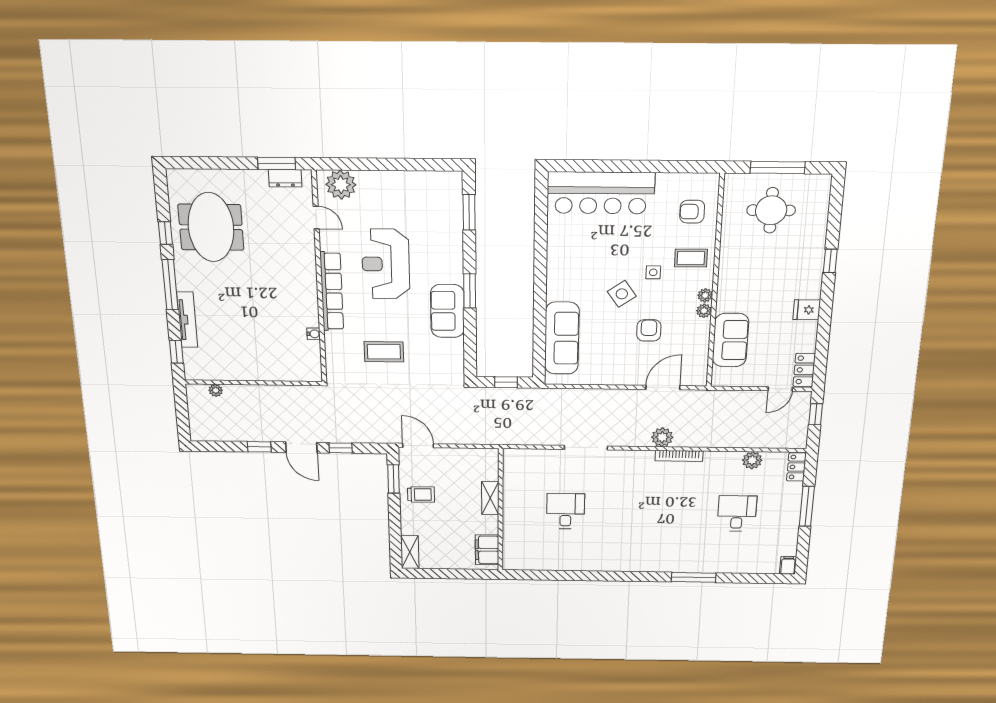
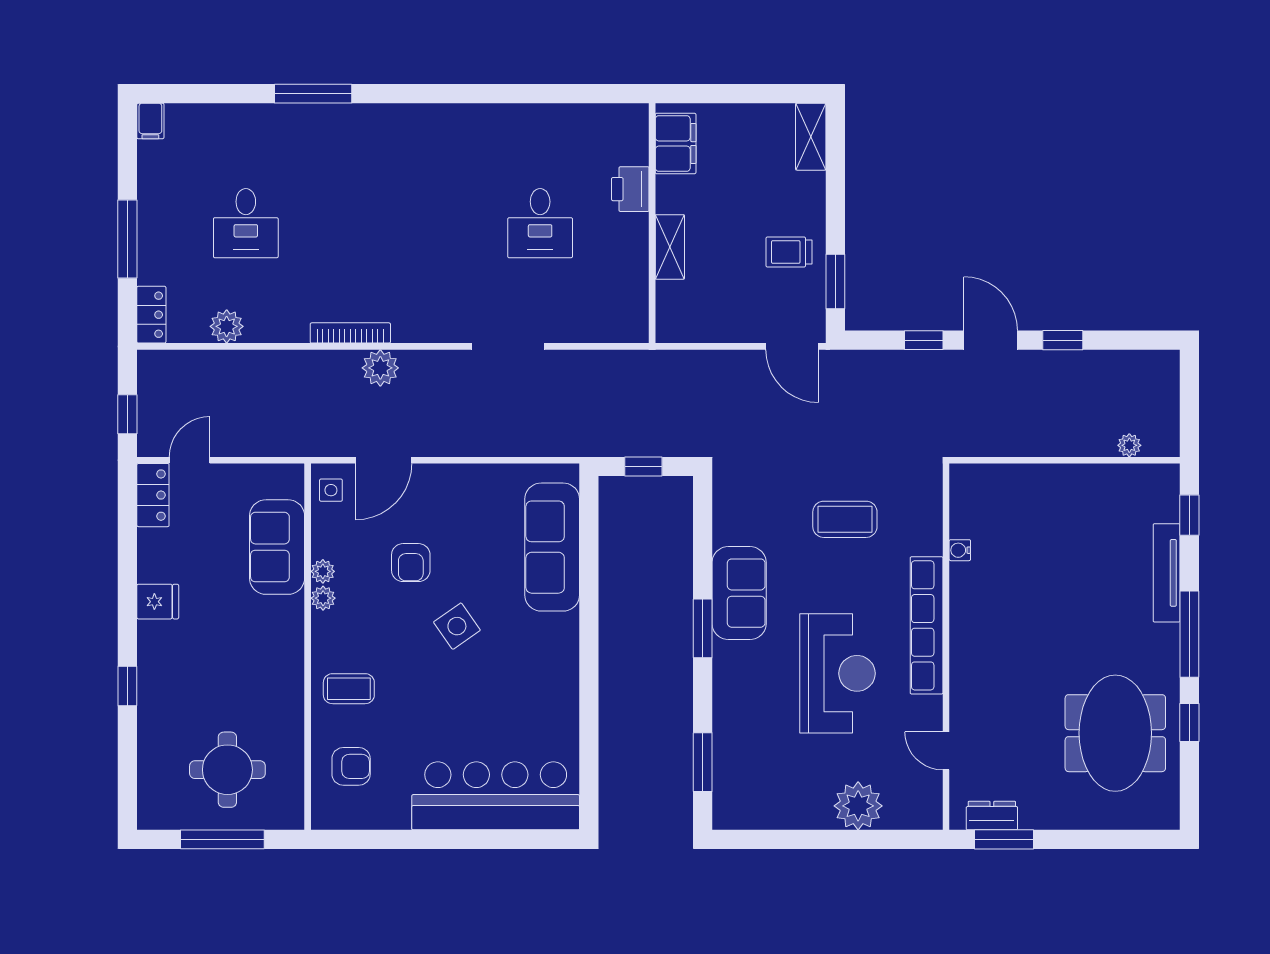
plant: (341, 185) -> (858, 806), moved
side table: (653, 272) -> (331, 490), moved
plant: (705, 295) -> (323, 571), moved
printer: (513, 528) -> (630, 189), added

